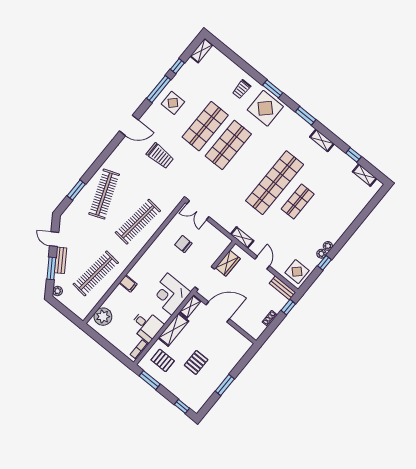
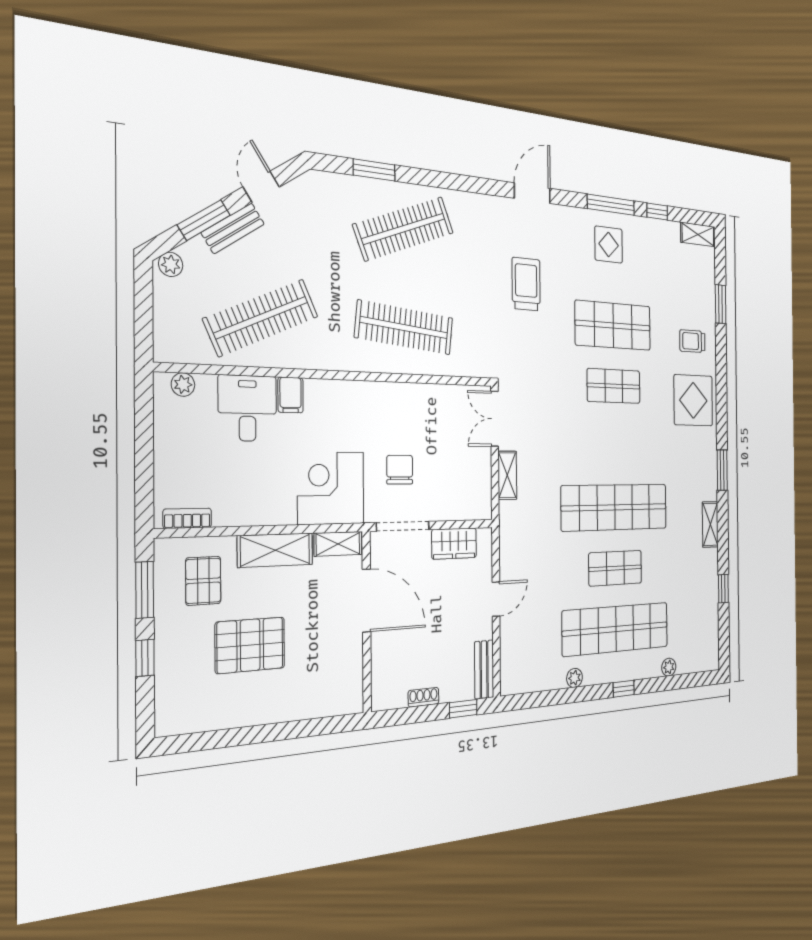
window: (273, 89) -> (721, 304), moved
door: (129, 125) -> (532, 193), swing flipped
shop shelf: (228, 145) -> (614, 386), width x0.70, depth x0.74
trolley: (160, 156) -> (526, 284), turned 180
shelving: (365, 175) -> (711, 631), removed
shop shelf: (321, 220) -> (616, 629), added
shelving: (242, 237) -> (507, 475), moved
chair: (183, 244) -> (400, 470), moved
plant: (328, 246) -> (669, 667), moved
window: (324, 263) -> (624, 689), moved
display table: (297, 272) -> (524, 667), removed
clothes rail: (96, 273) -> (261, 318), turned -30
plant: (103, 317) -> (183, 385), width x0.53, depth x0.53
desk: (146, 326) -> (247, 408), moved, turned 180
pallet: (196, 362) -> (250, 645), width x1.50, depth x1.42
window: (225, 385) -> (252, 735), removed
window: (182, 406) -> (145, 658), moved

